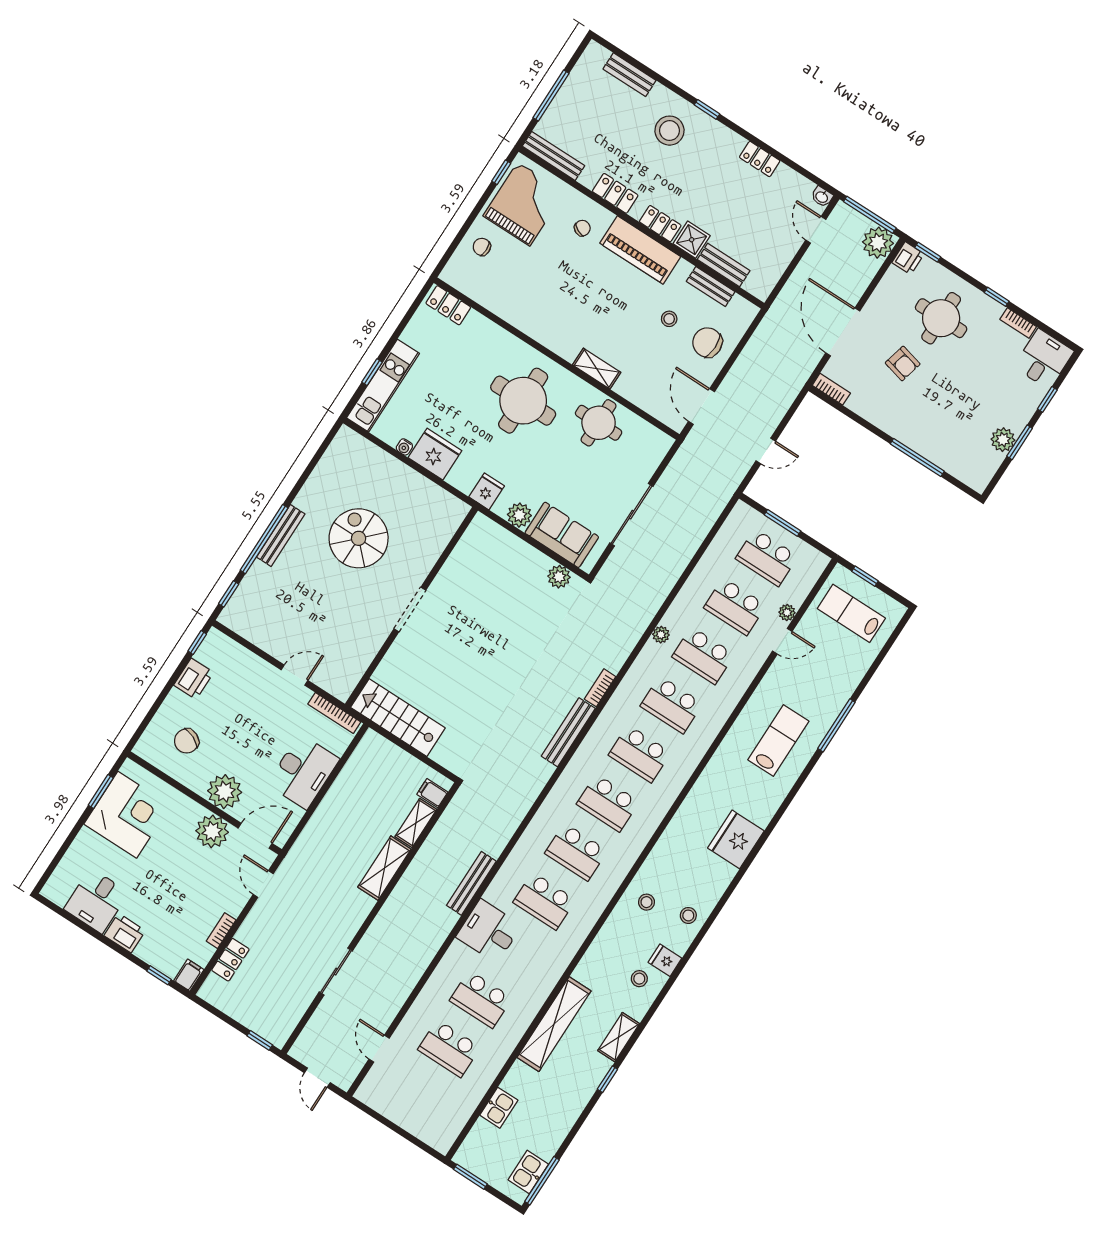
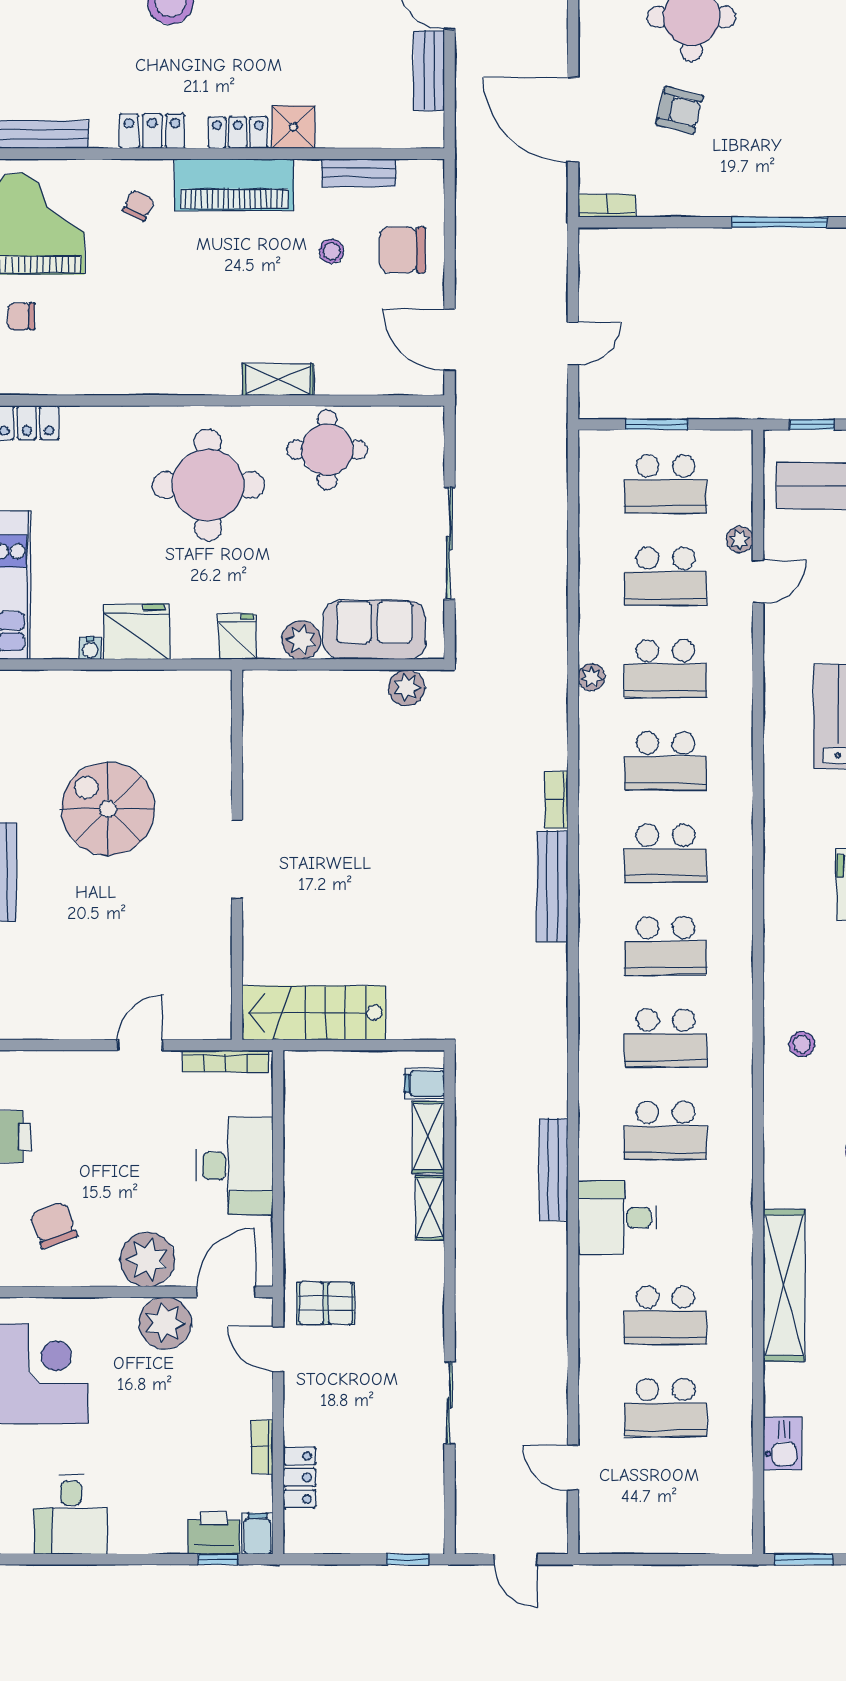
bench: (724, 265) -> (429, 71), moved, turned 90
chair: (187, 741) -> (54, 1225), turned 135
shelving: (384, 868) -> (430, 1208), width x0.67, depth x0.75
pallet: (304, 876) -> (326, 1303), added
printer: (125, 933) -> (214, 1533), moved

